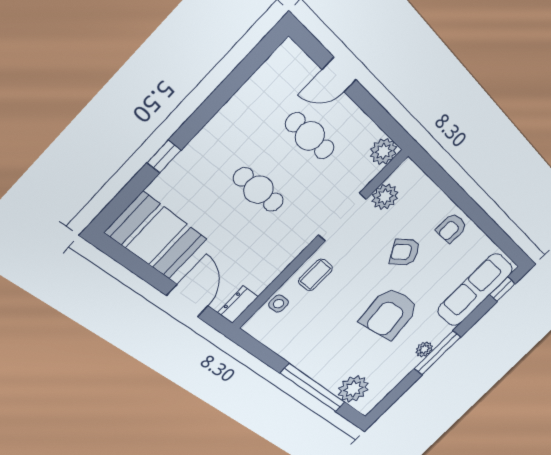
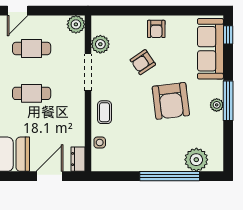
door: (187, 301) -> (50, 176), hinge flipped

